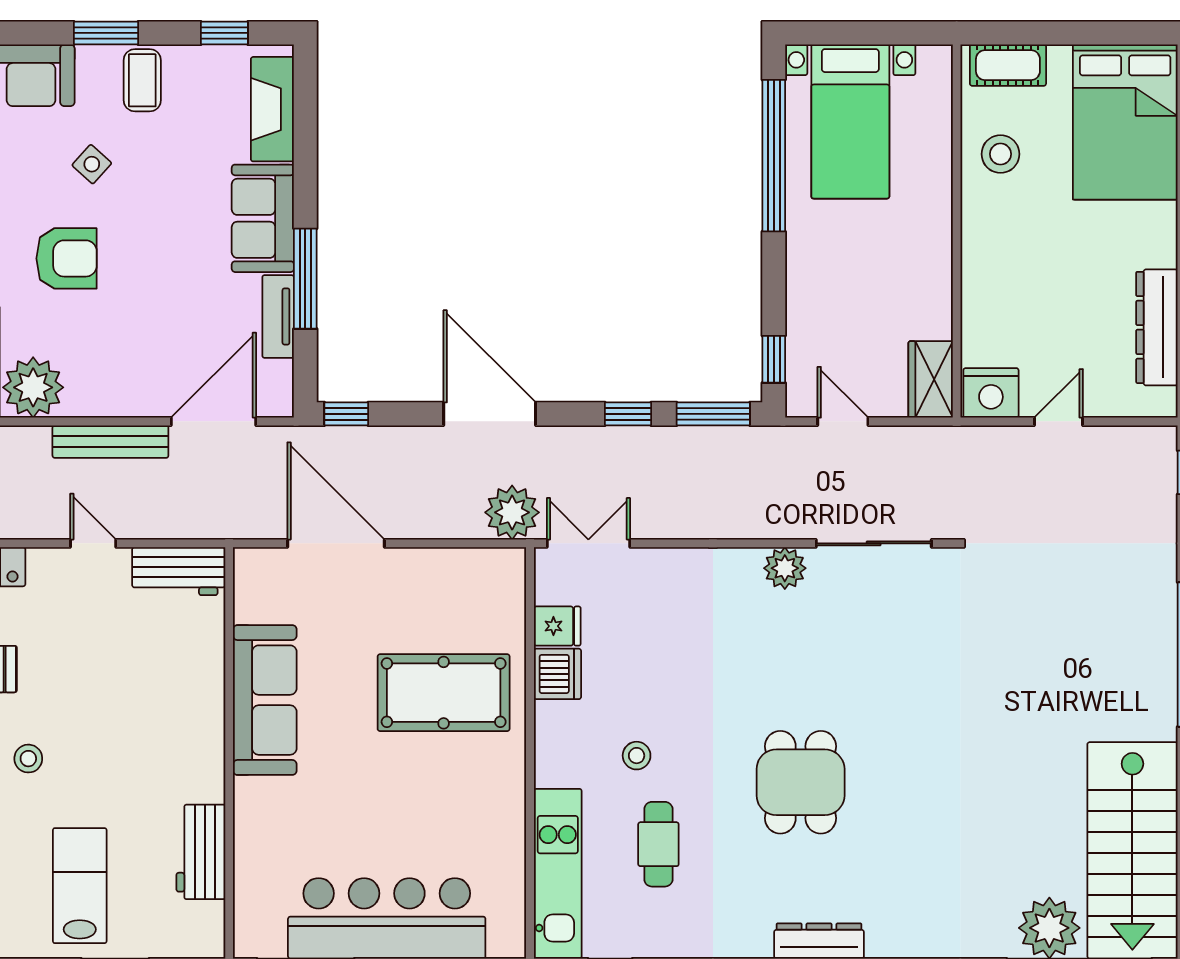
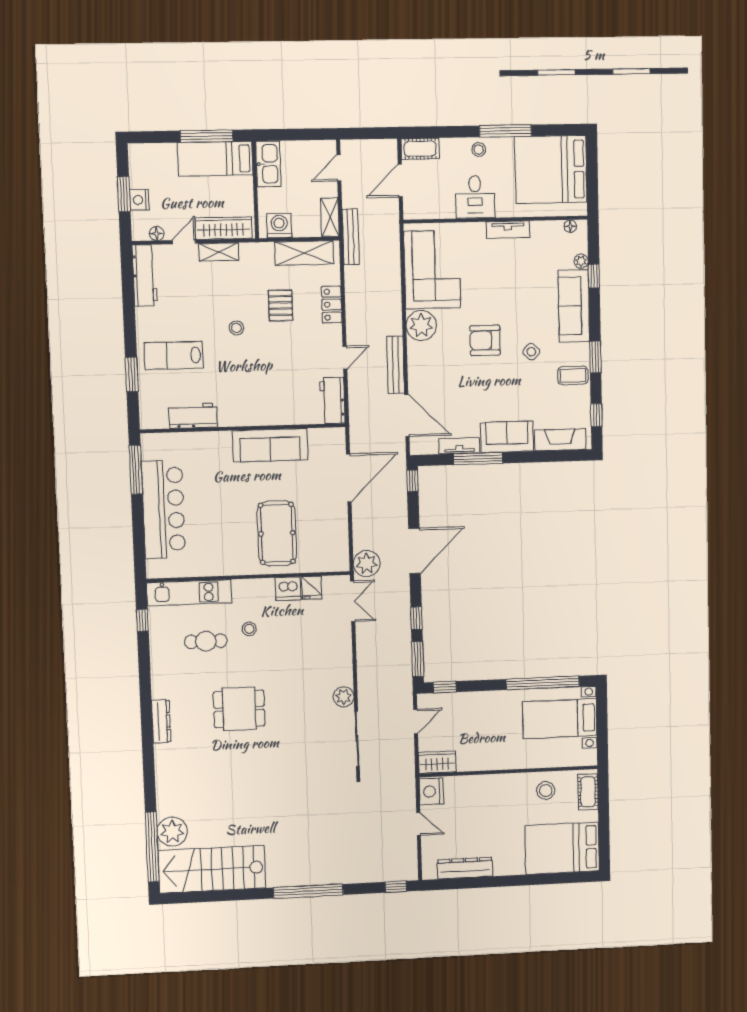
armchair: (66, 258) -> (485, 340), turned 90
lab bench: (80, 886) -> (174, 356), turned 180

